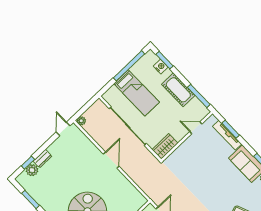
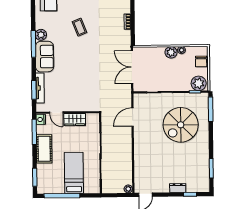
nightstand: (161, 67) -> (41, 120), moved
wardrobe: (165, 146) -> (75, 120), moved
door: (111, 160) -> (133, 117), moved
plant: (32, 170) -> (192, 187), removed

